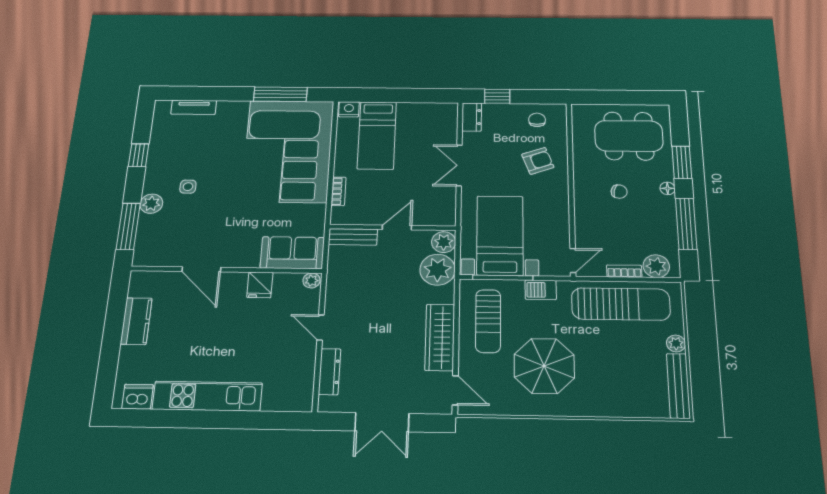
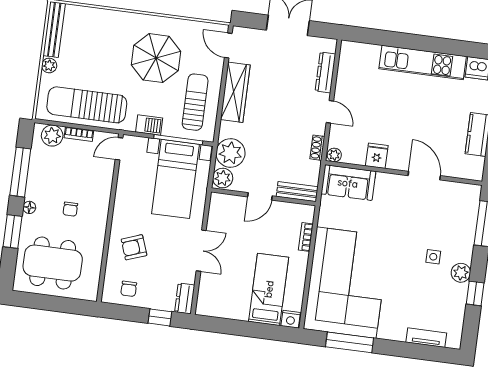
chair: (619, 192) -> (70, 209), turned -102
plant: (151, 204) -> (461, 273), moved
shoe rack: (333, 286) -> (317, 148), added

